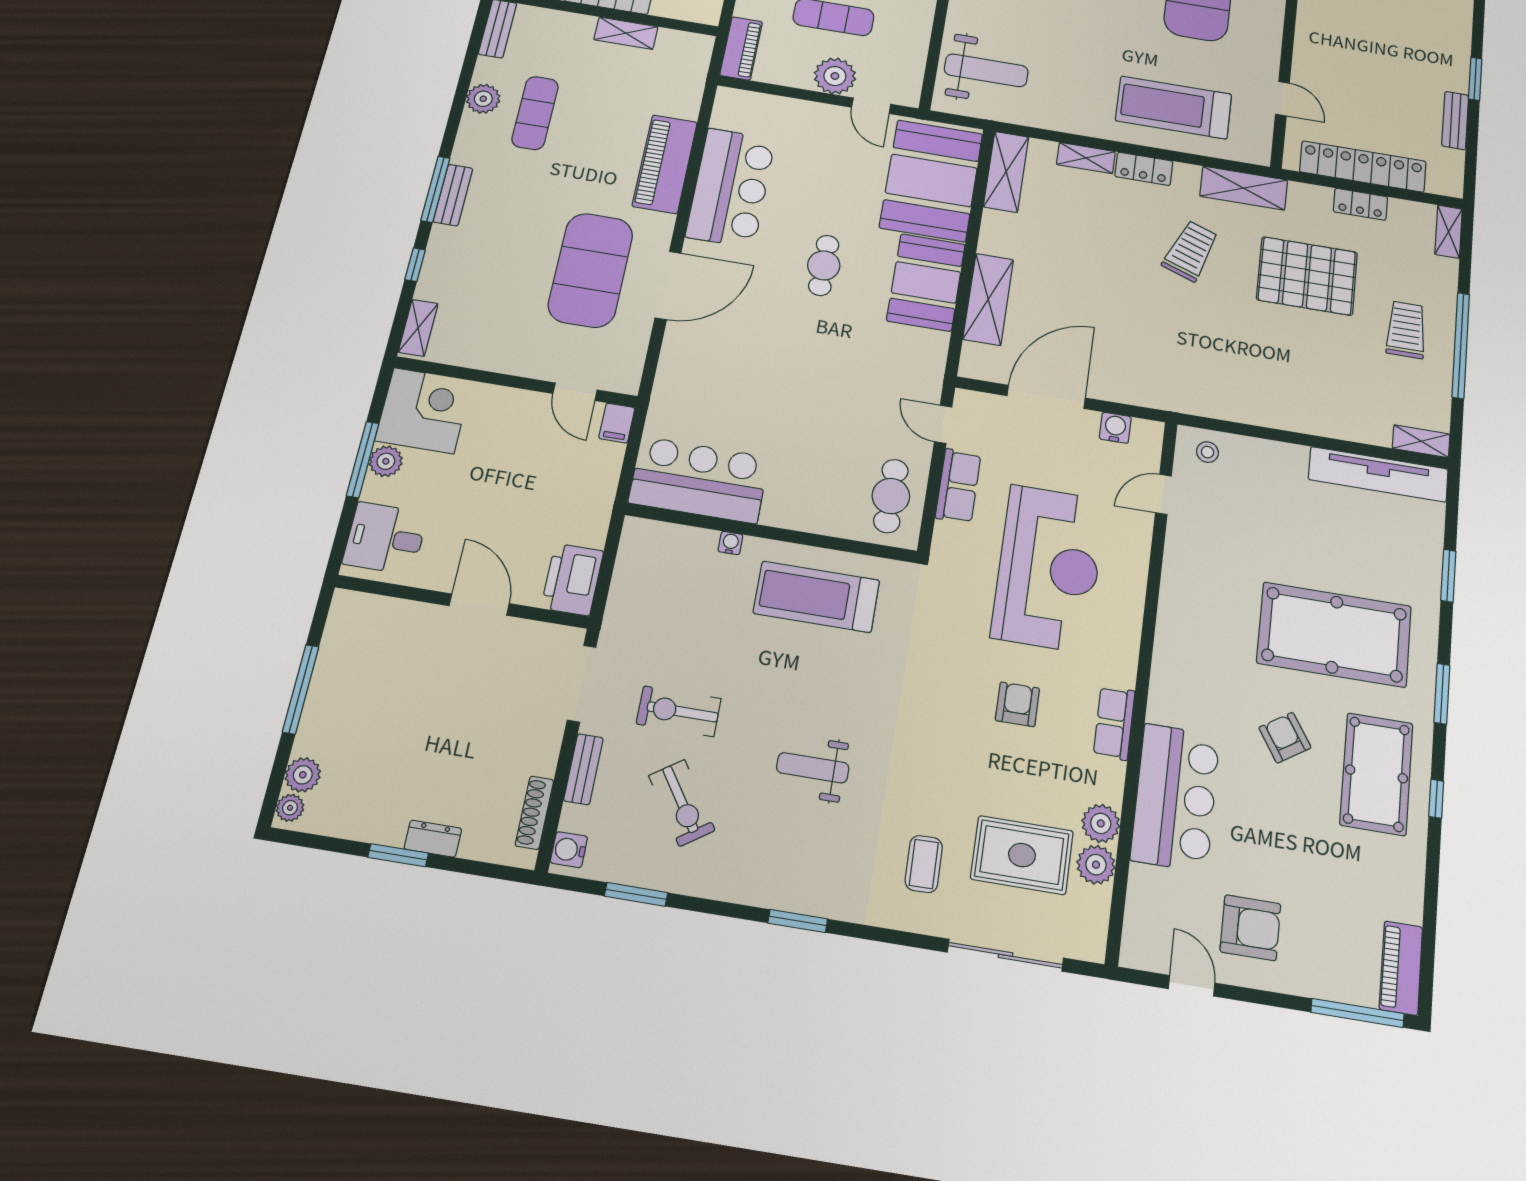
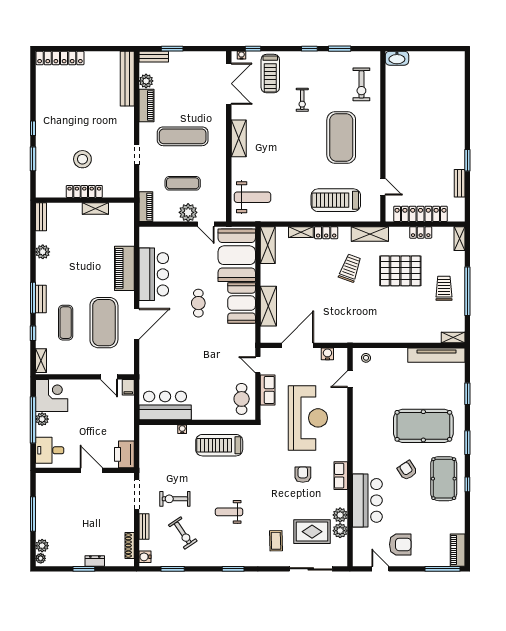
exercise mat: (535, 113) -> (66, 323), moved
window: (363, 459) -> (33, 420), width x1.46

